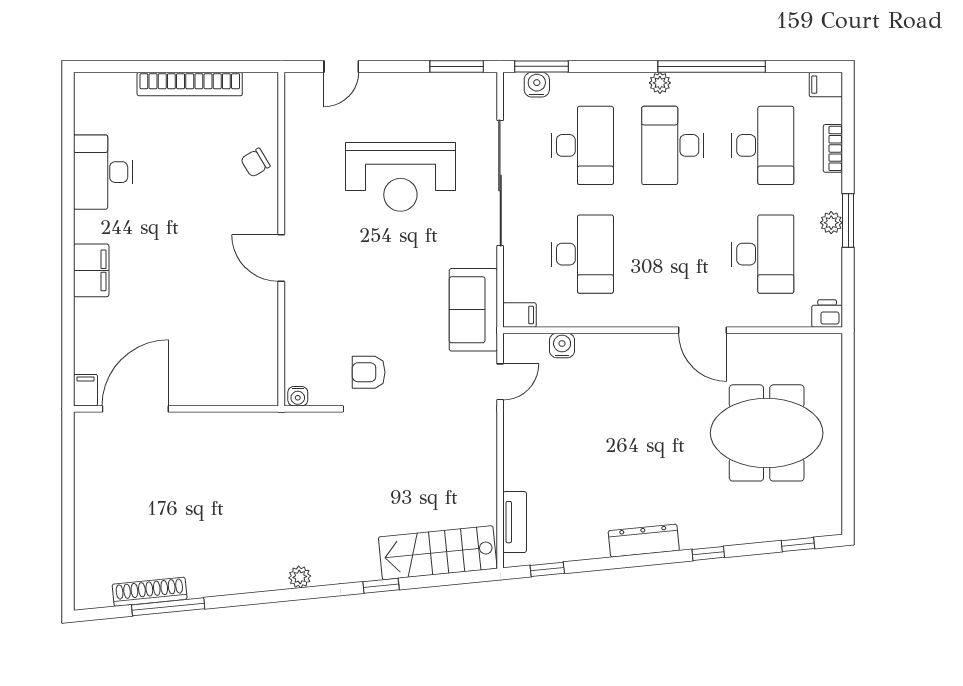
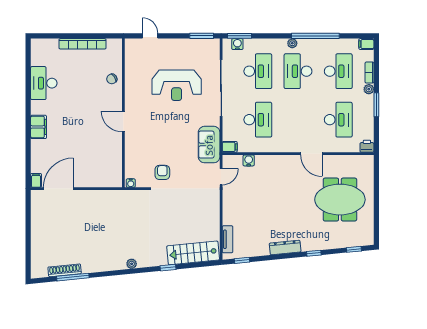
door: (341, 66) -> (150, 36), swing flipped
plant: (831, 223) -> (369, 89), moved
armchair: (369, 372) -> (162, 172), turned 90

